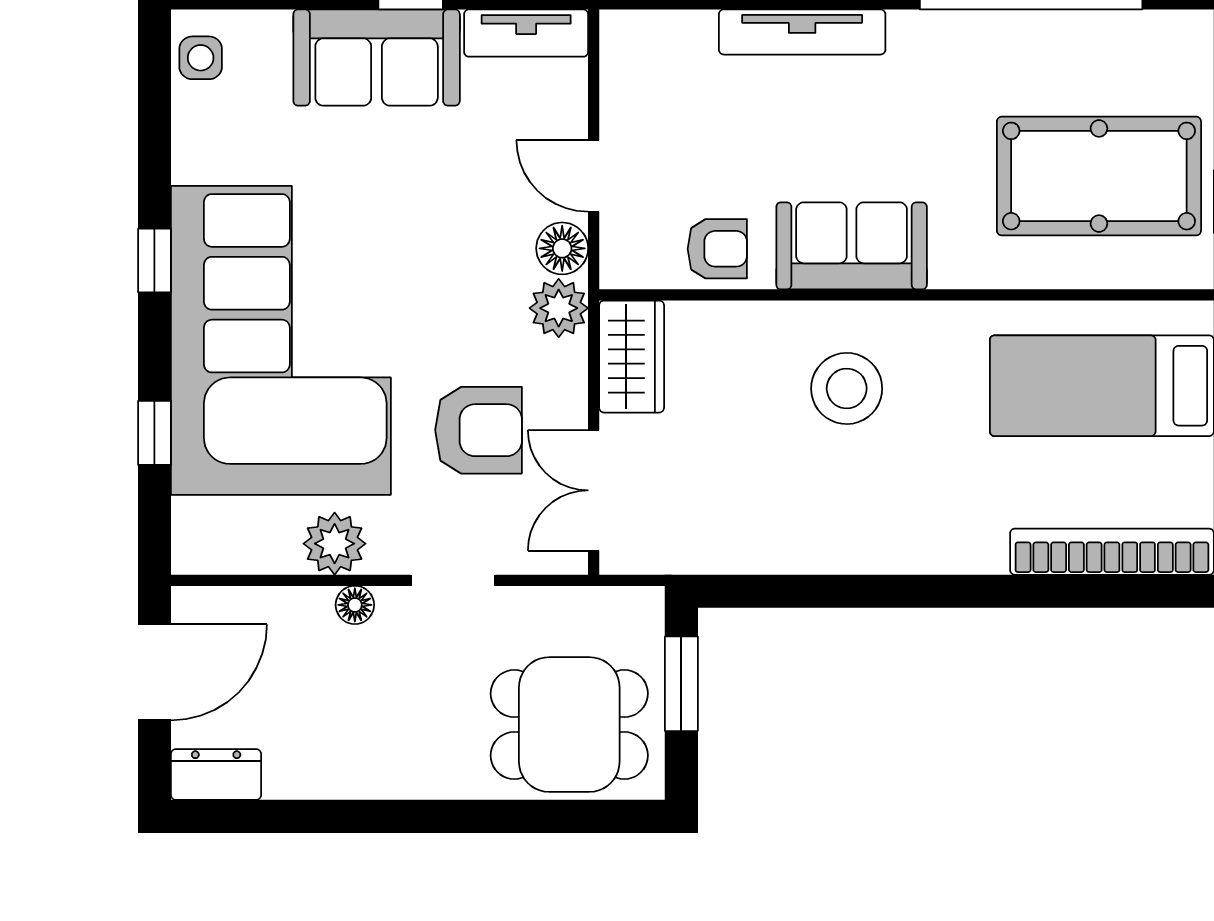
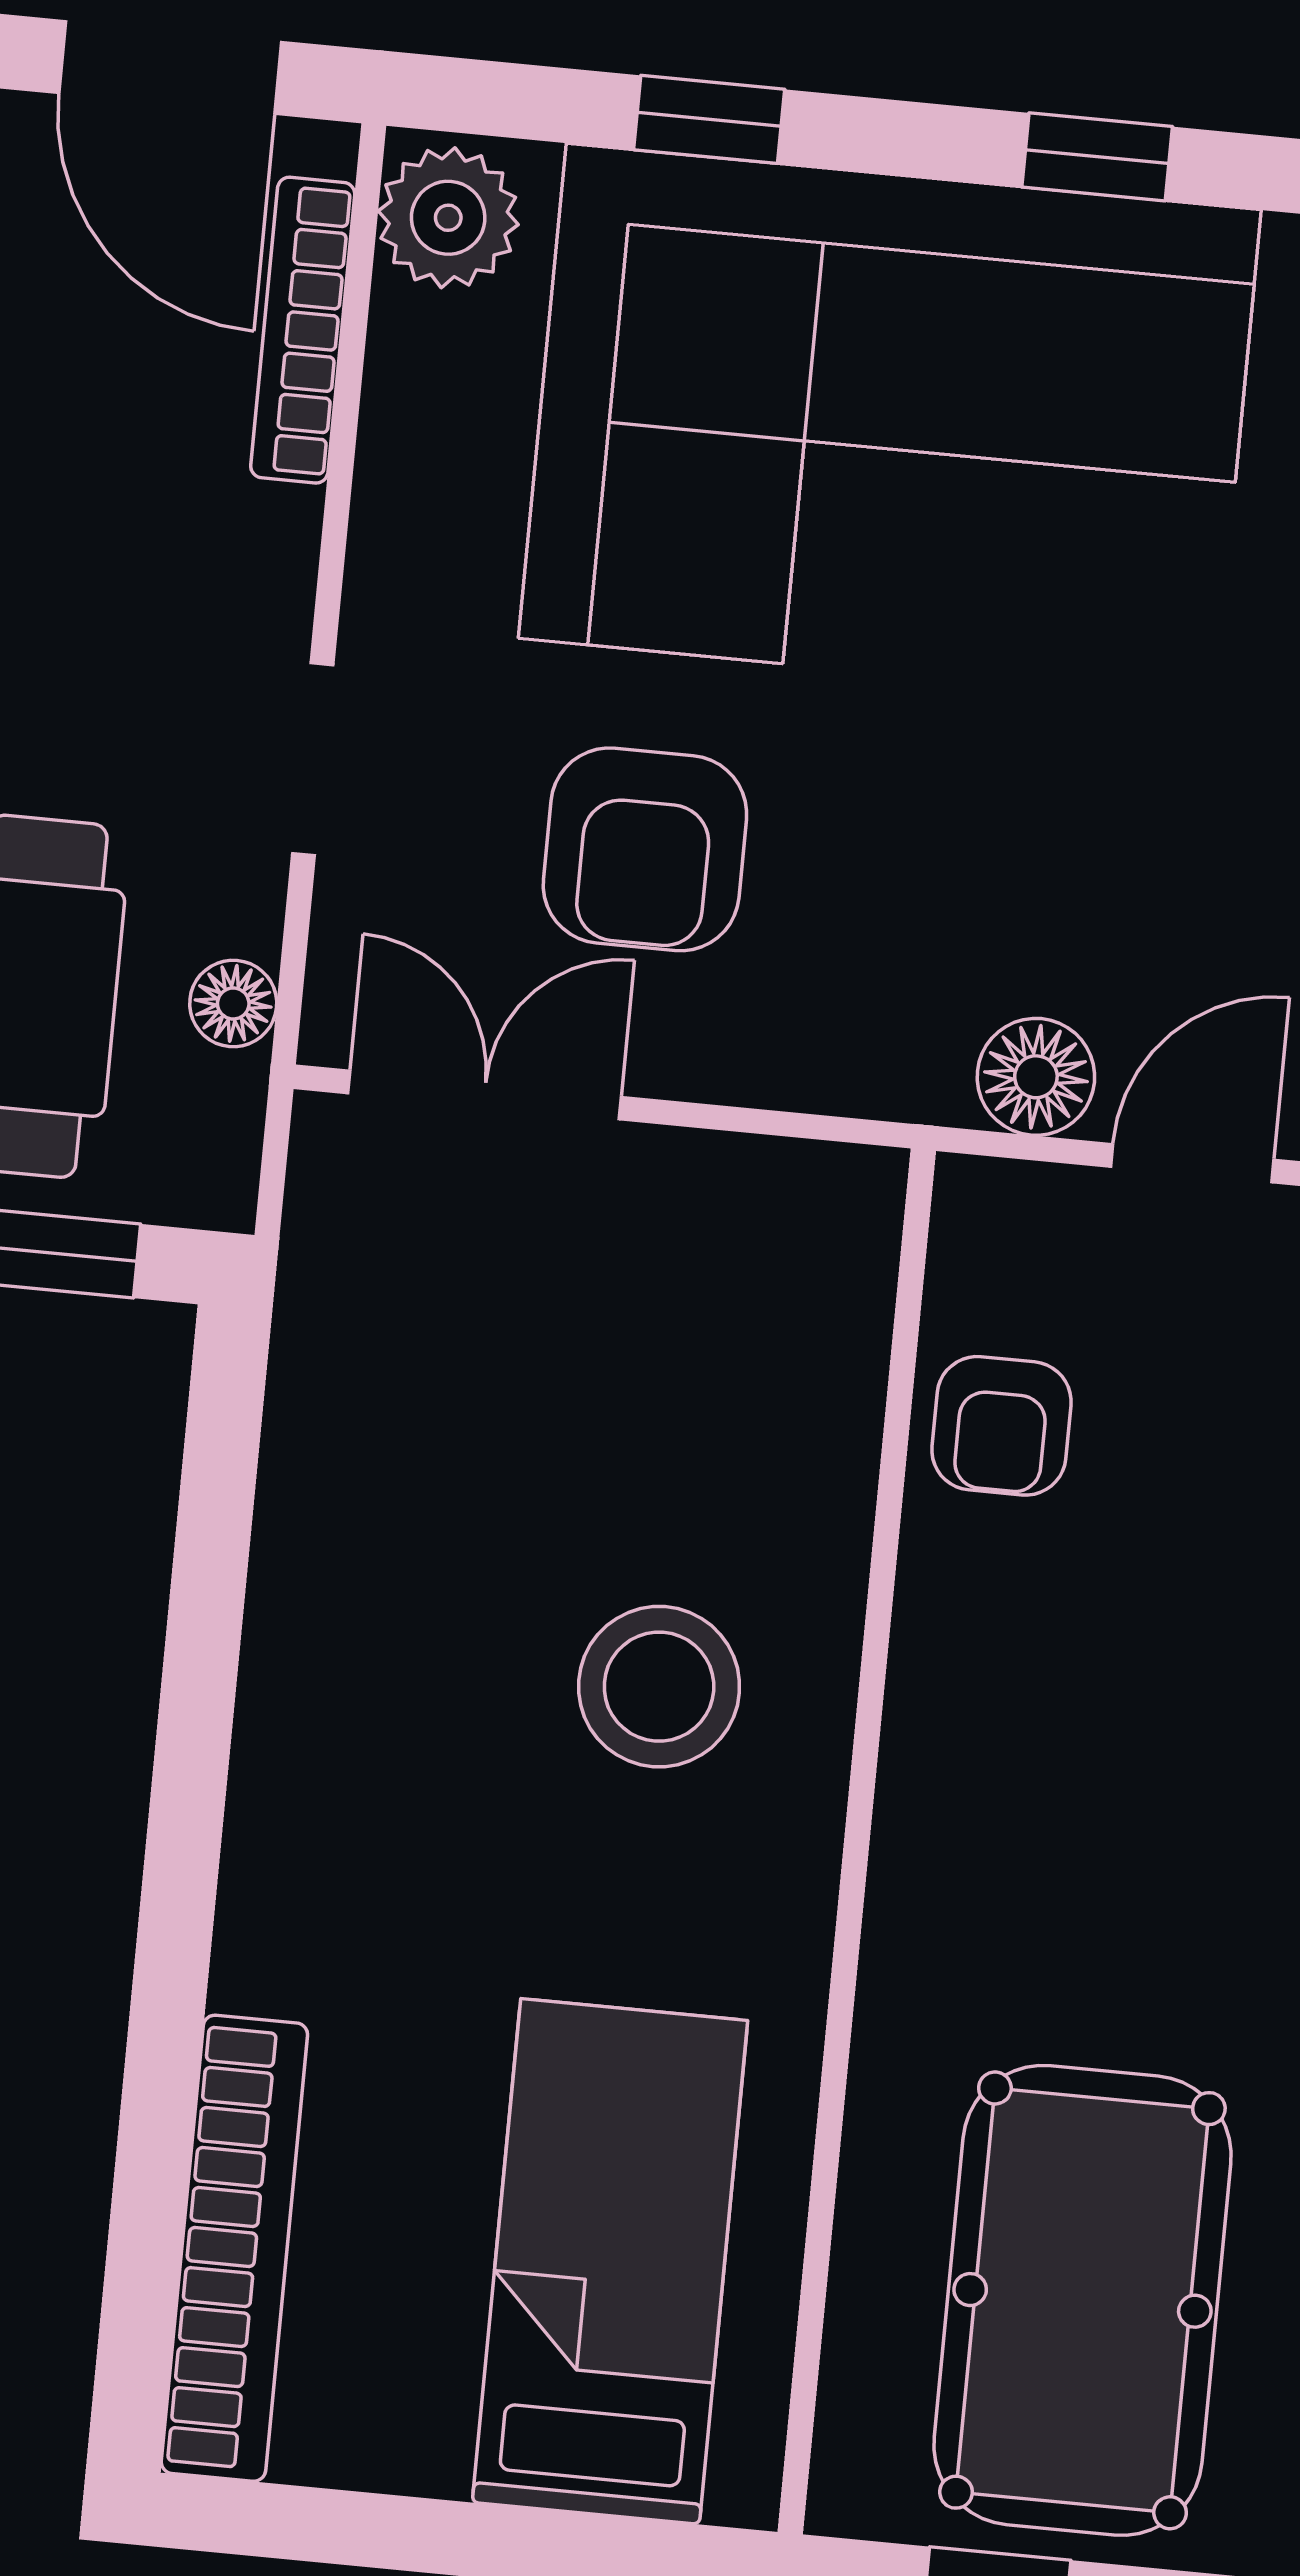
sofa: (852, 246) -> (979, 1728), removed
plant: (559, 308) -> (902, 1056), removed
wardrobe: (632, 357) -> (778, 1210), removed
plant: (335, 544) -> (448, 218), moved
bookcase: (264, 603) -> (303, 330), added
floor lamp: (355, 605) -> (233, 1003), moved

